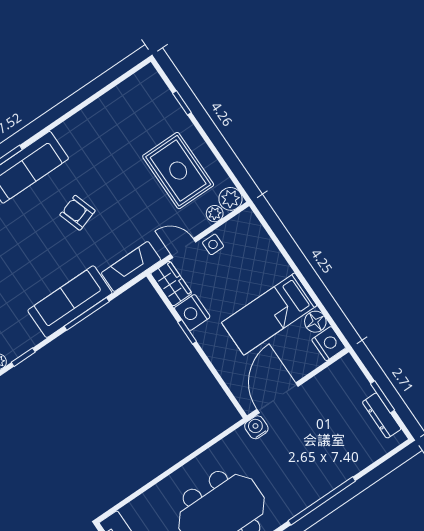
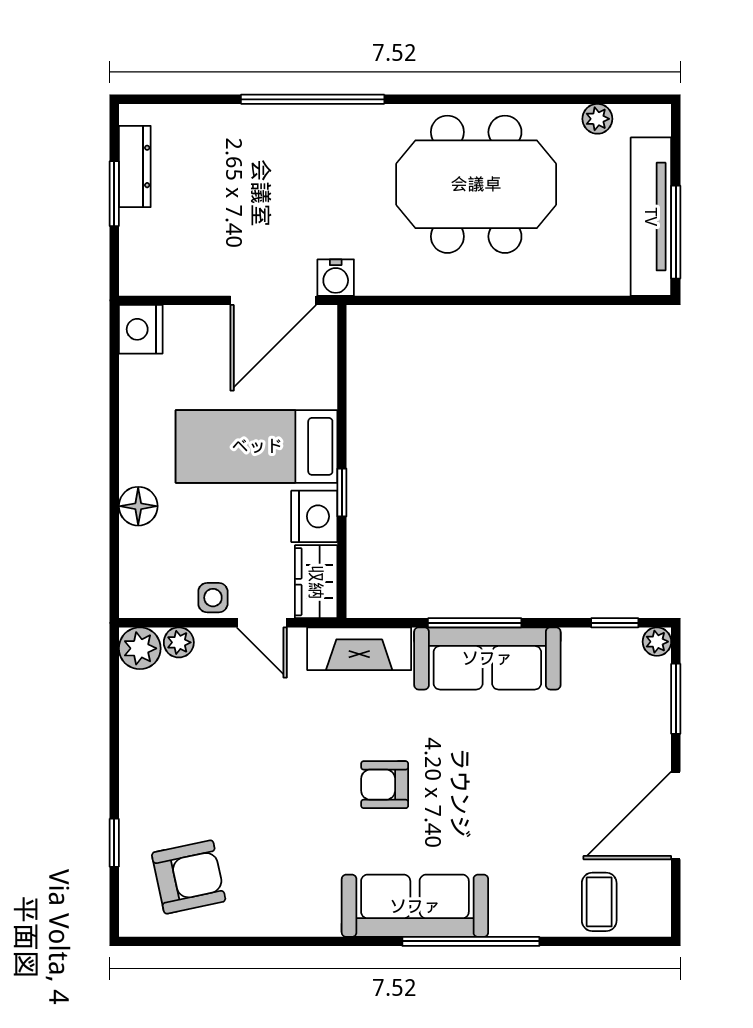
armchair: (138, 110) -> (189, 877), added
rug: (178, 171) -> (190, 745), removed
armchair: (77, 213) -> (385, 785), turned 108
bed: (269, 314) -> (257, 446), moved, turned 180
floor lamp: (315, 322) -> (138, 506), moved

